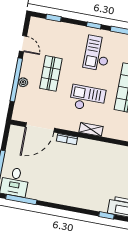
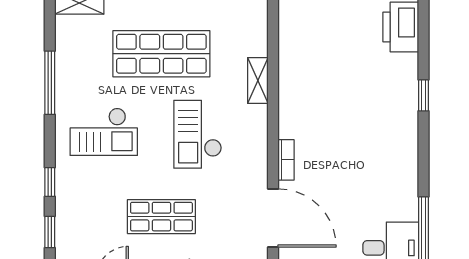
window: (94, 25) -> (50, 182), moved
shelving: (91, 129) -> (258, 80), moved
window: (107, 215) -> (423, 95), moved

